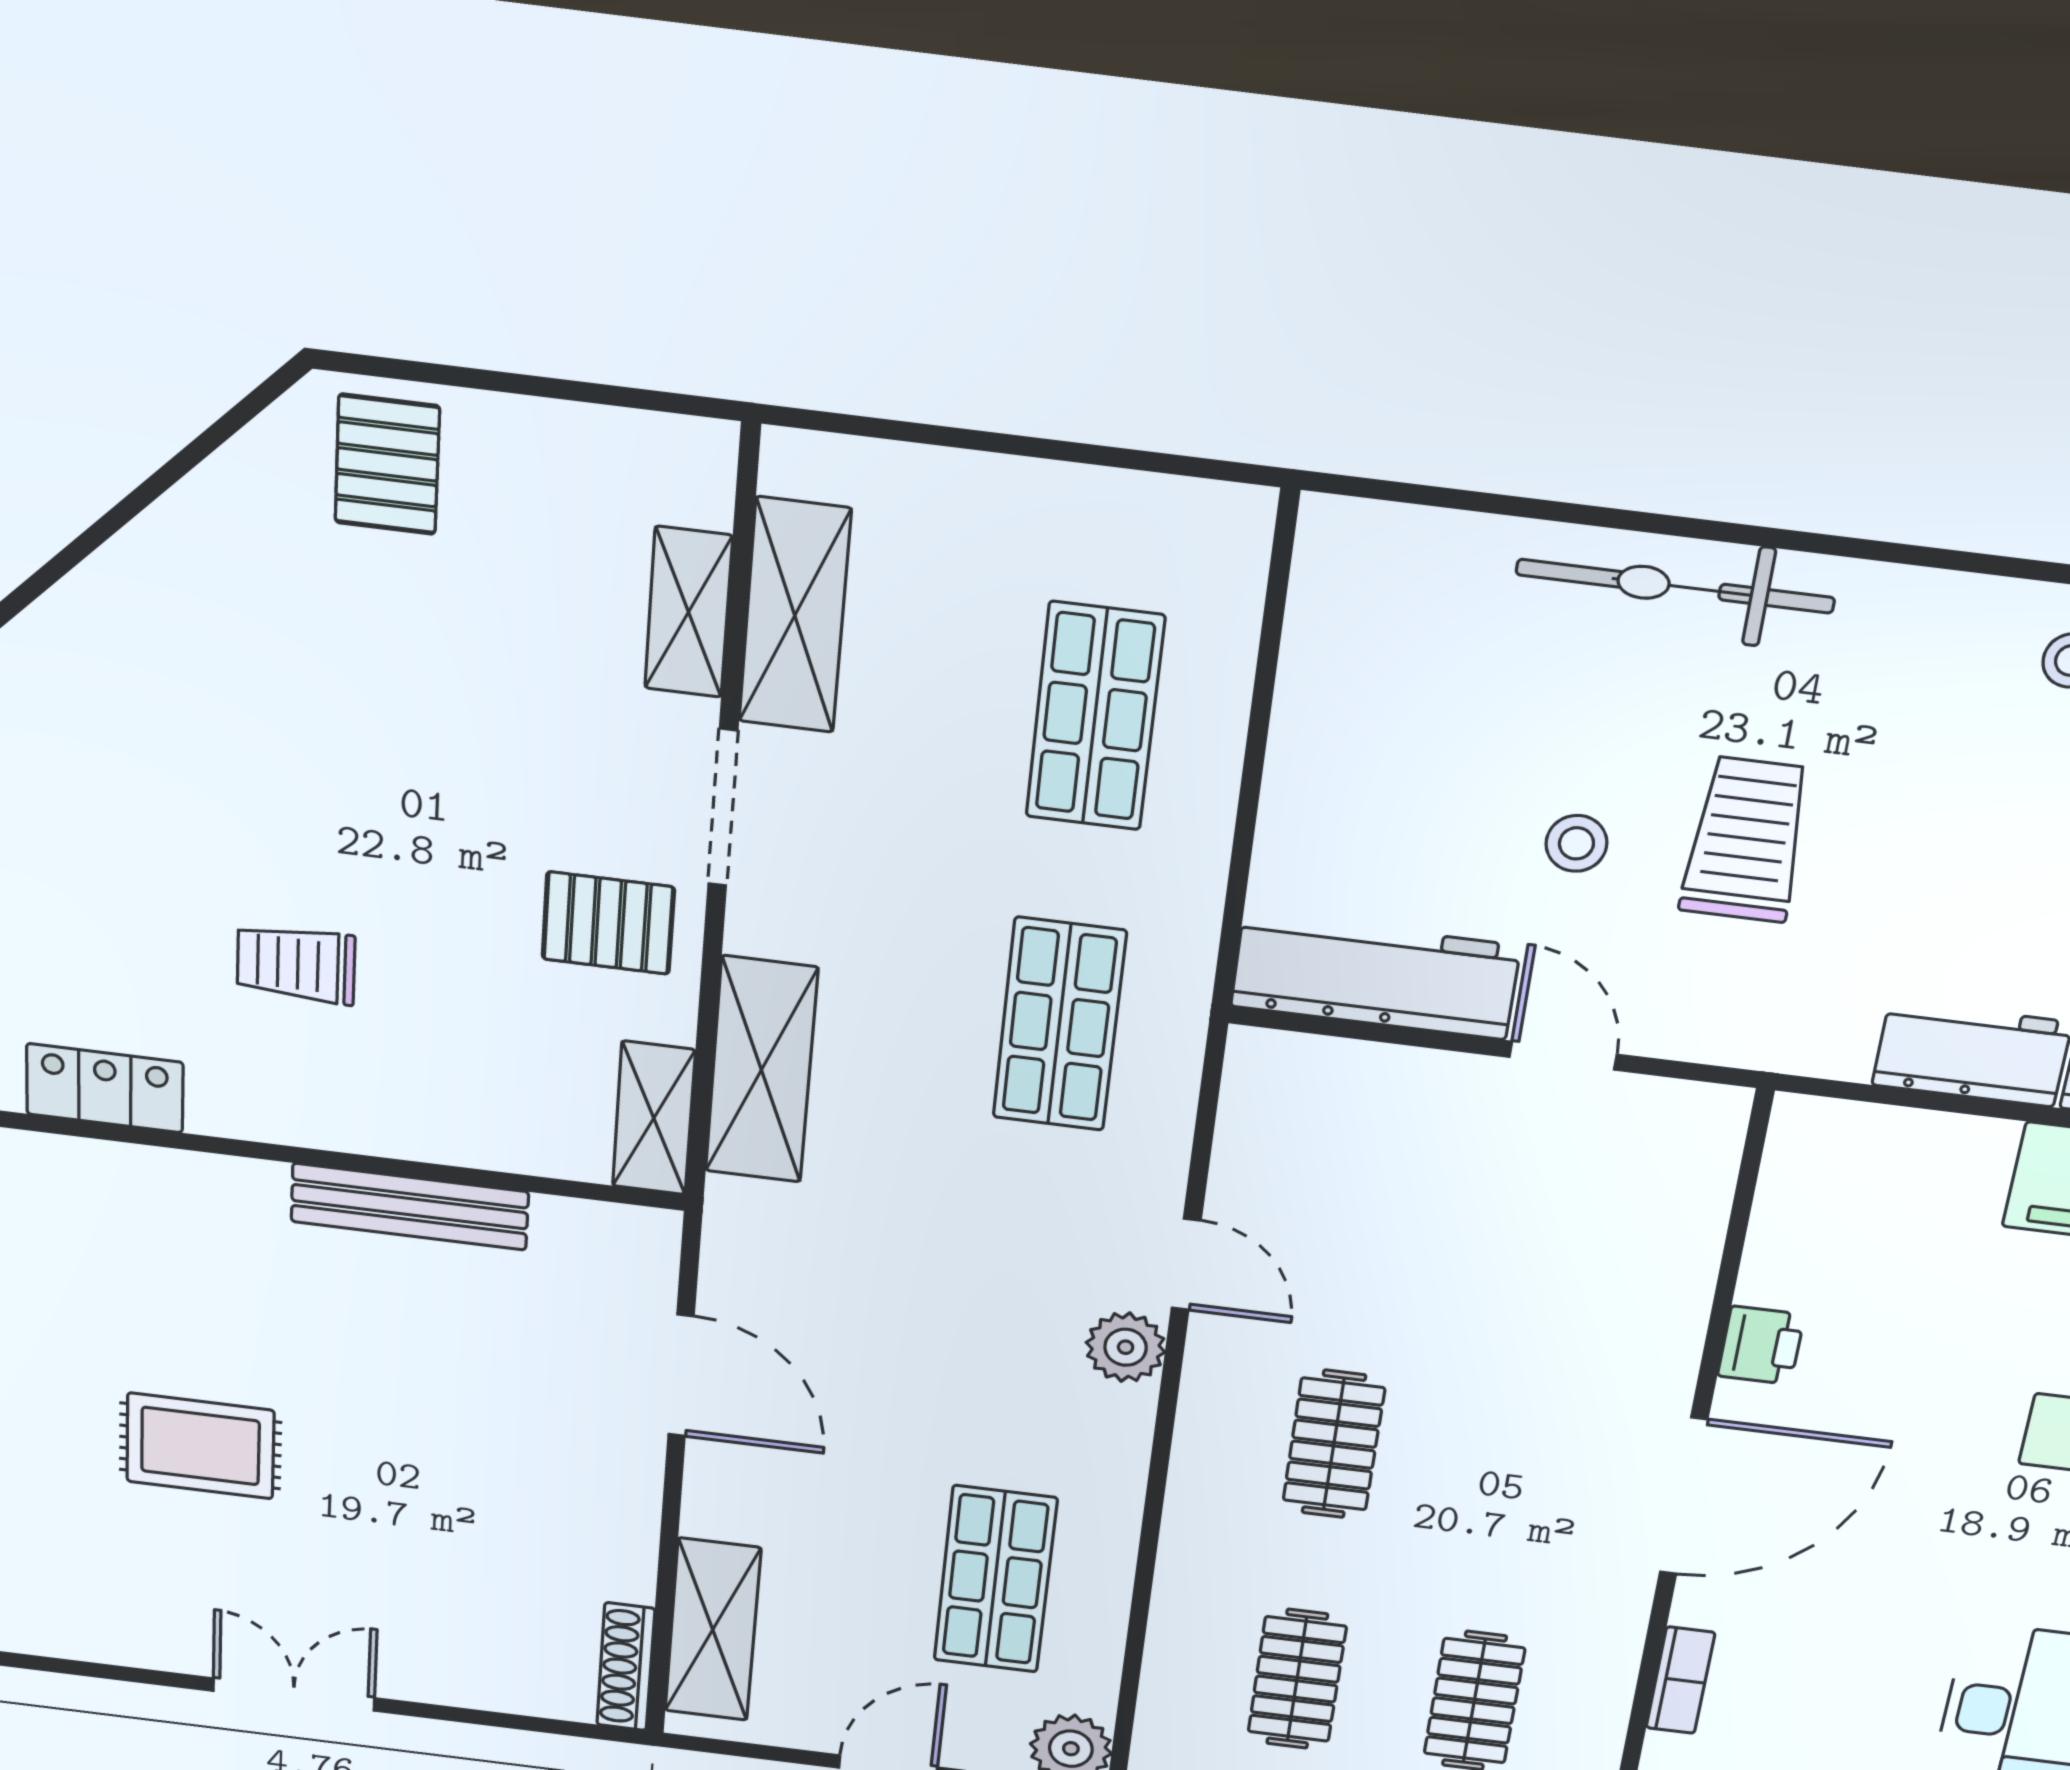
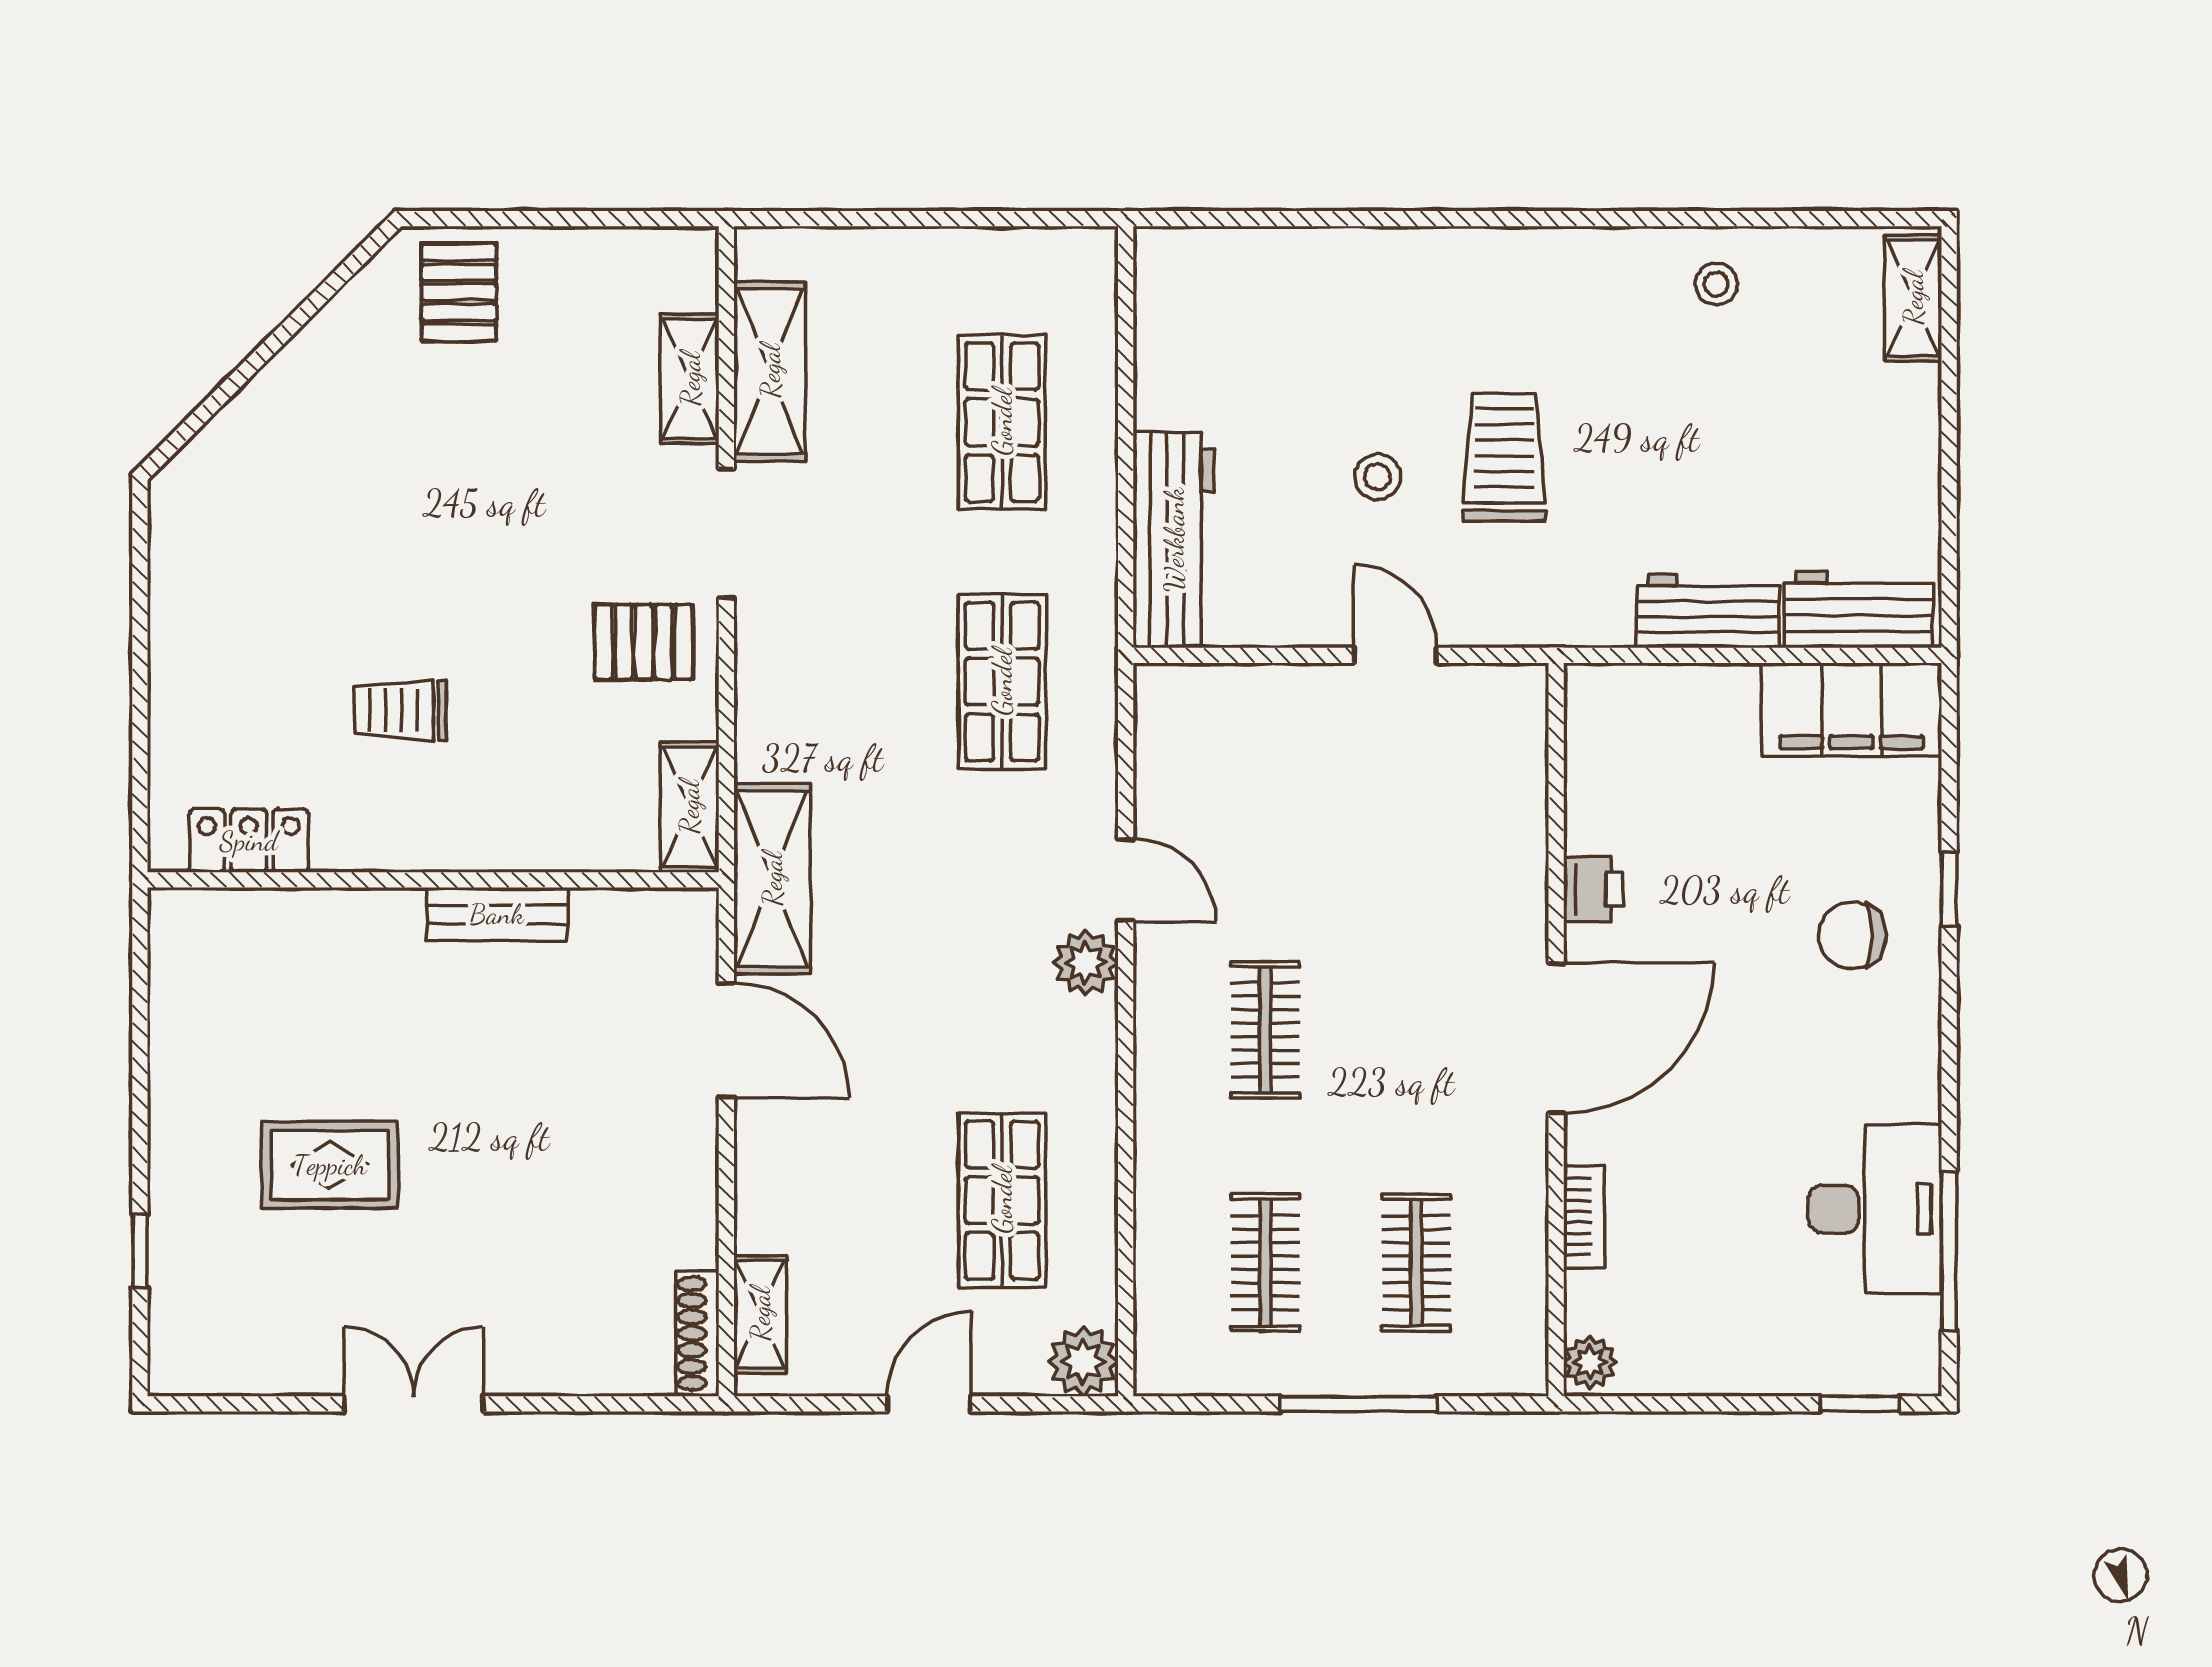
bicycle: (1675, 586) -> (1417, 264), removed
workbench: (1375, 976) -> (1174, 540), moved, turned 90
shelving: (761, 1070) -> (772, 879), moved
bench: (410, 1207) -> (497, 914), width x0.73
shelving: (713, 1630) -> (760, 1314), width x0.67, depth x0.75

